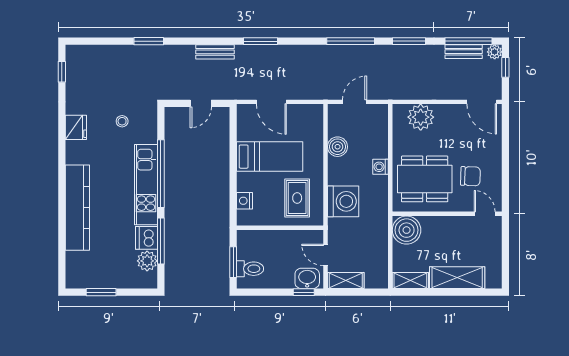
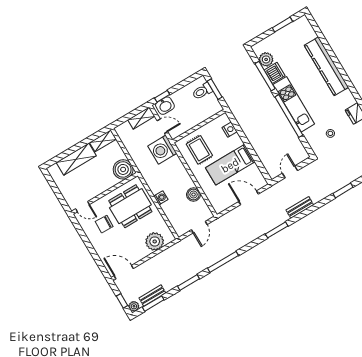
window: (468, 41) -> (153, 304), width x0.69
washing machine: (343, 201) -> (162, 150), moved

